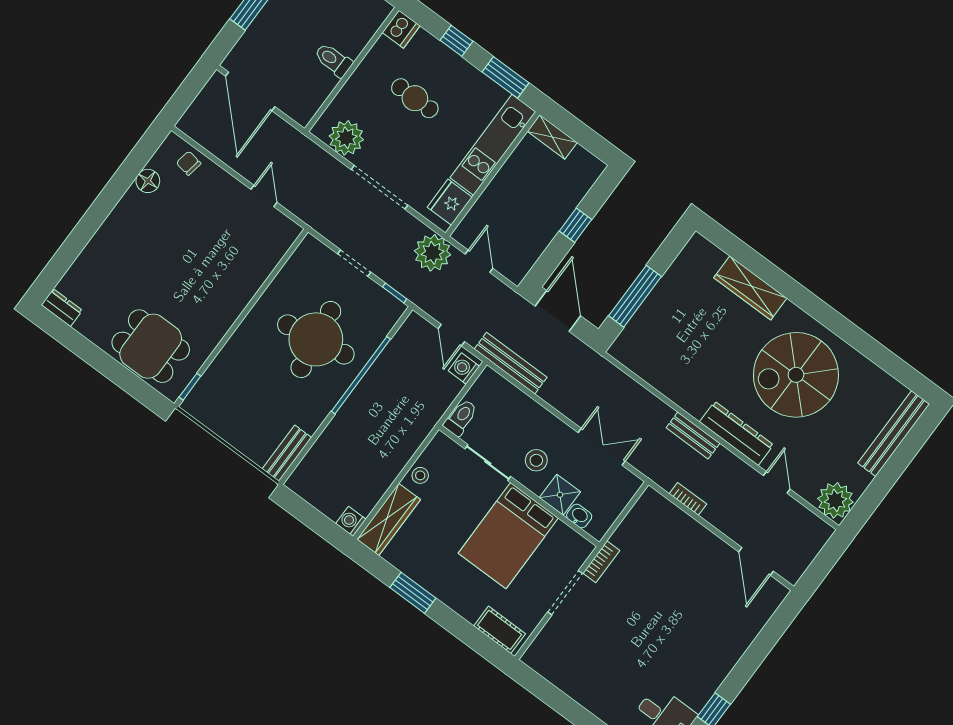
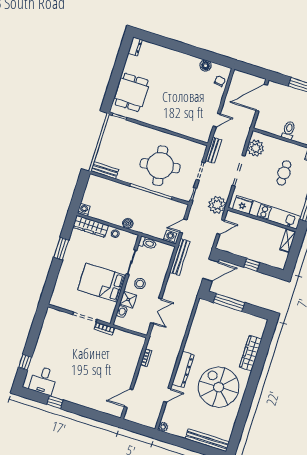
bench: (693, 436) -> (213, 150), moved
boiler: (409, 443) -> (128, 224), added
plant: (835, 500) -> (163, 427), width x0.53, depth x0.53
cot: (500, 630) -> (58, 293), removed

